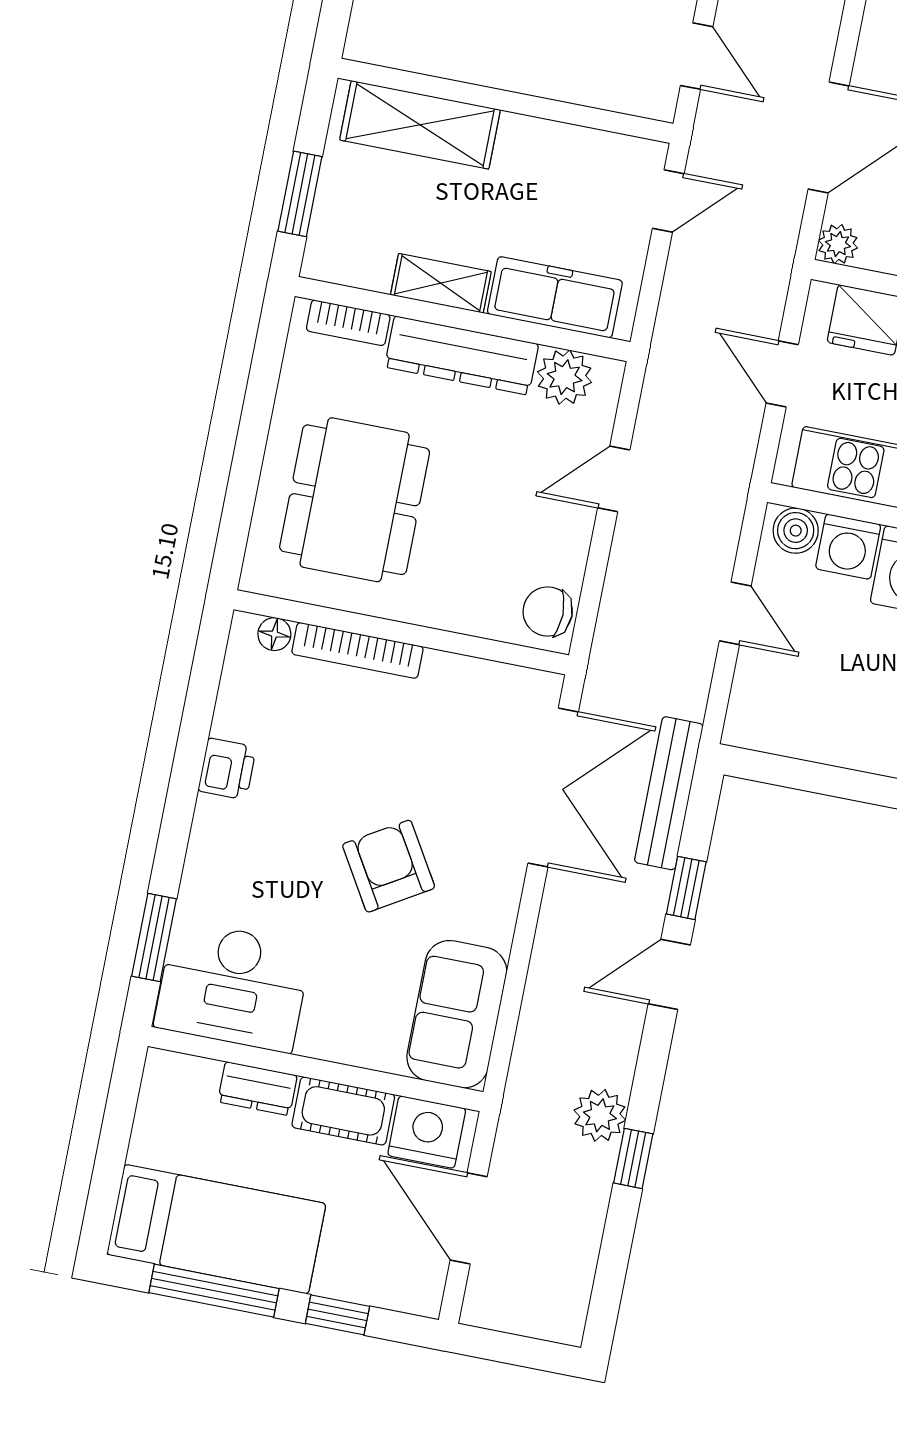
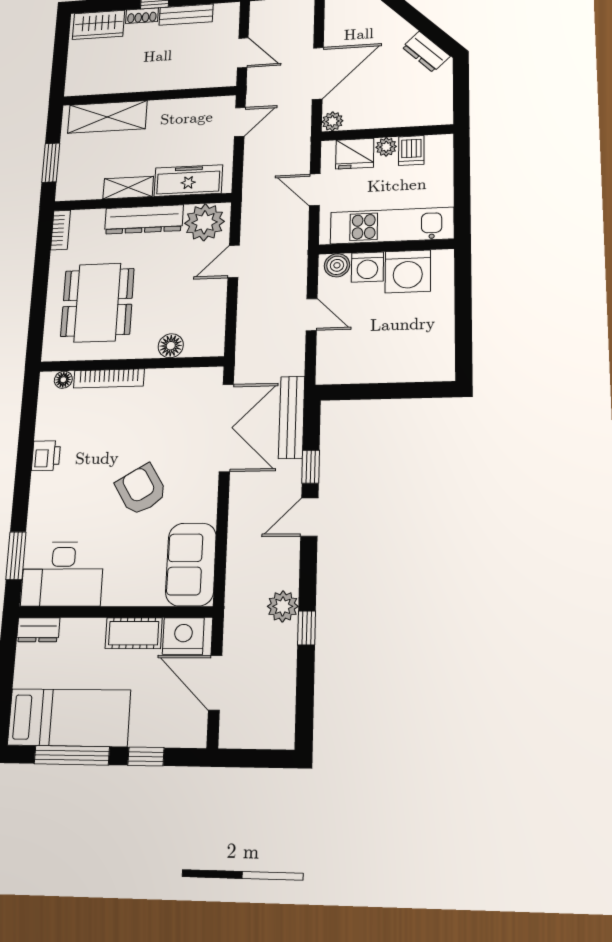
bookcase: (348, 323) -> (60, 230), moved, turned -90
plant: (565, 377) -> (205, 222), width x1.36, depth x1.36
chair: (548, 611) -> (209, 336), removed
floor lamp: (477, 614) -> (171, 346), added
dresser: (257, 1089) -> (38, 630), moved

